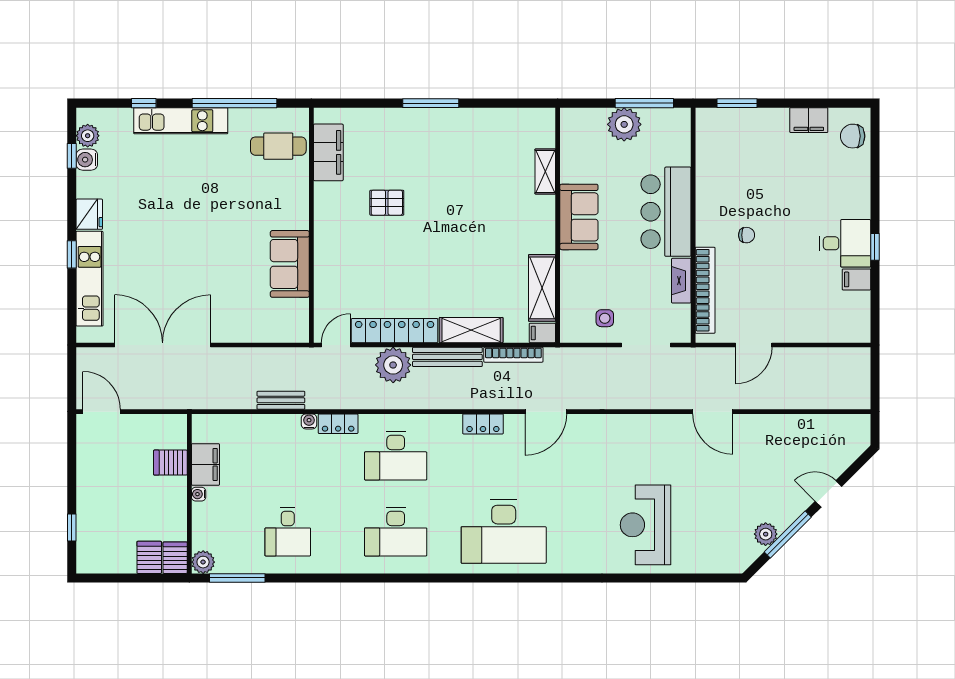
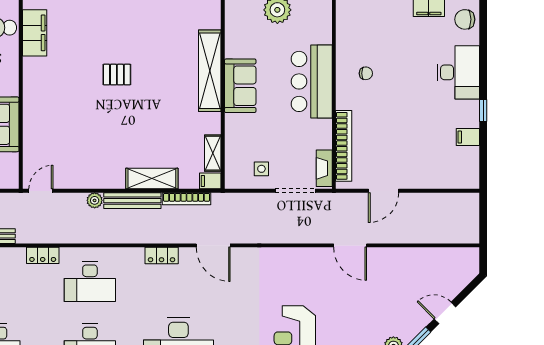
shelving: (545, 171) -> (210, 71), width x2.20, depth x1.33
pallet: (387, 203) -> (117, 75), moved
chair: (747, 235) -> (366, 73), moved
desk: (845, 243) -> (458, 72), moved, width x1.37
fireplace: (681, 281) -> (324, 168), moved
shelving: (542, 288) -> (213, 153), width x0.67, depth x0.75
locker: (395, 331) -> (89, 179), removed
plant: (393, 365) -> (95, 200), width x0.53, depth x0.53
door: (546, 412) -> (213, 245), hinge flipped
water cooler: (309, 421) -> (19, 253), removed

